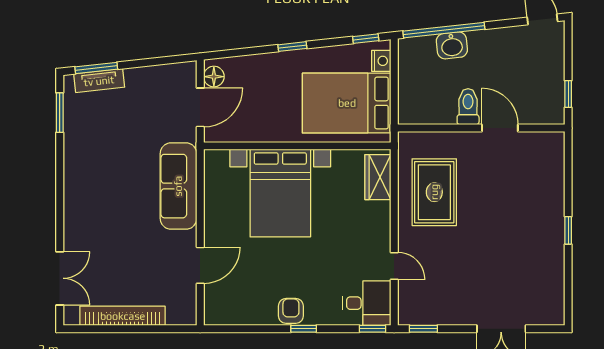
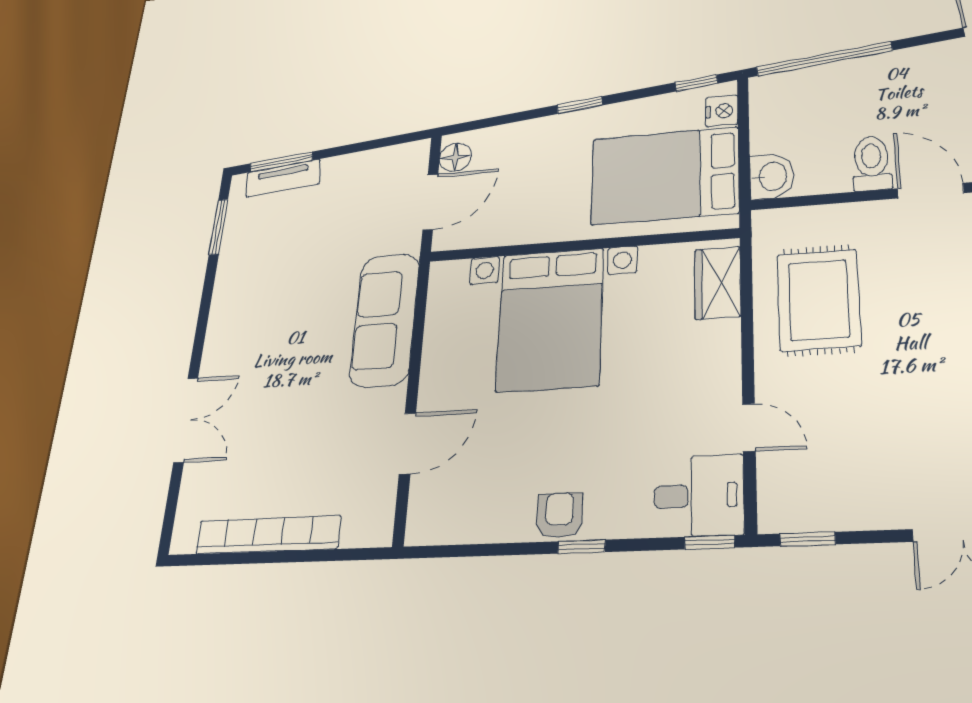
washbasin: (452, 45) -> (772, 176), moved, turned -84
double door: (60, 278) -> (186, 420), moved

